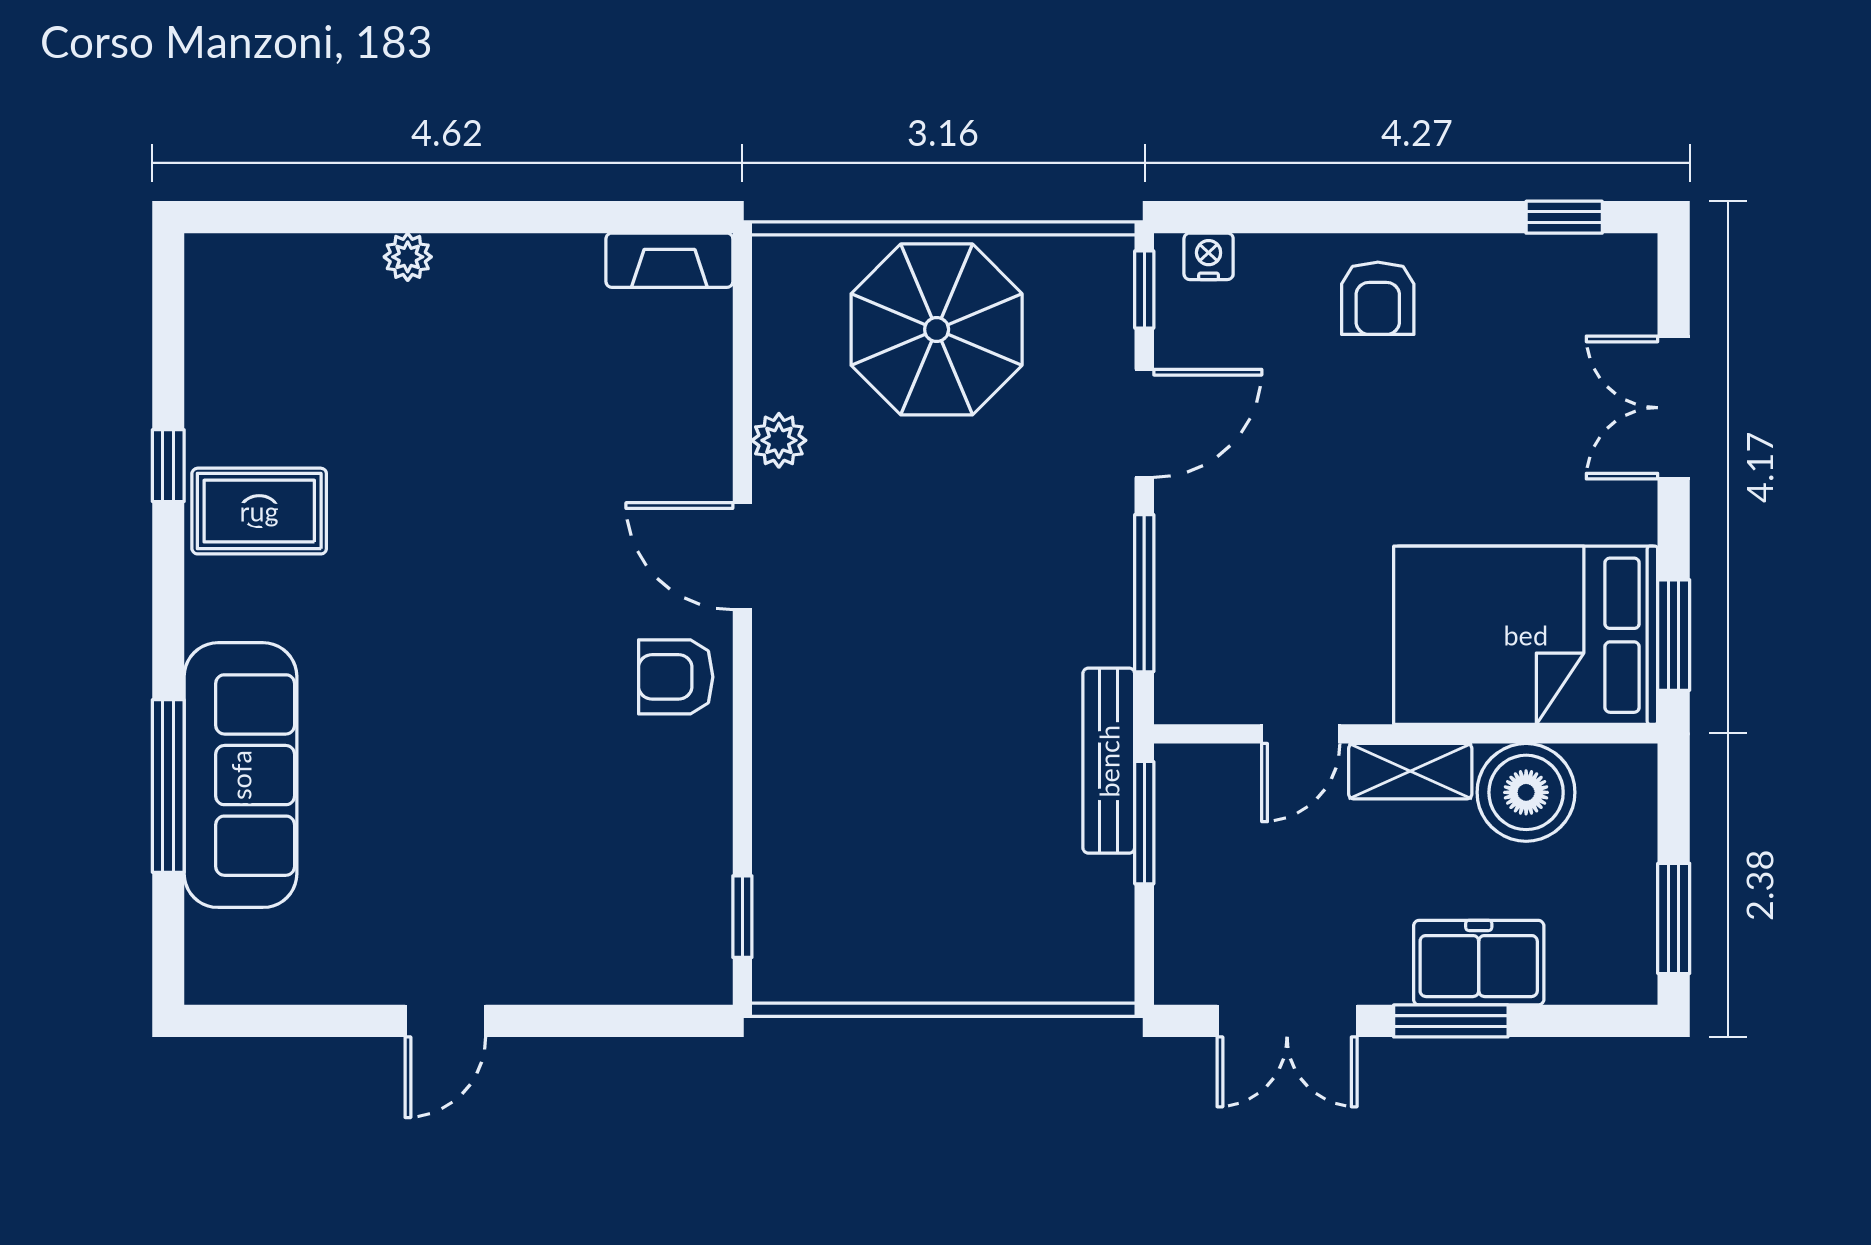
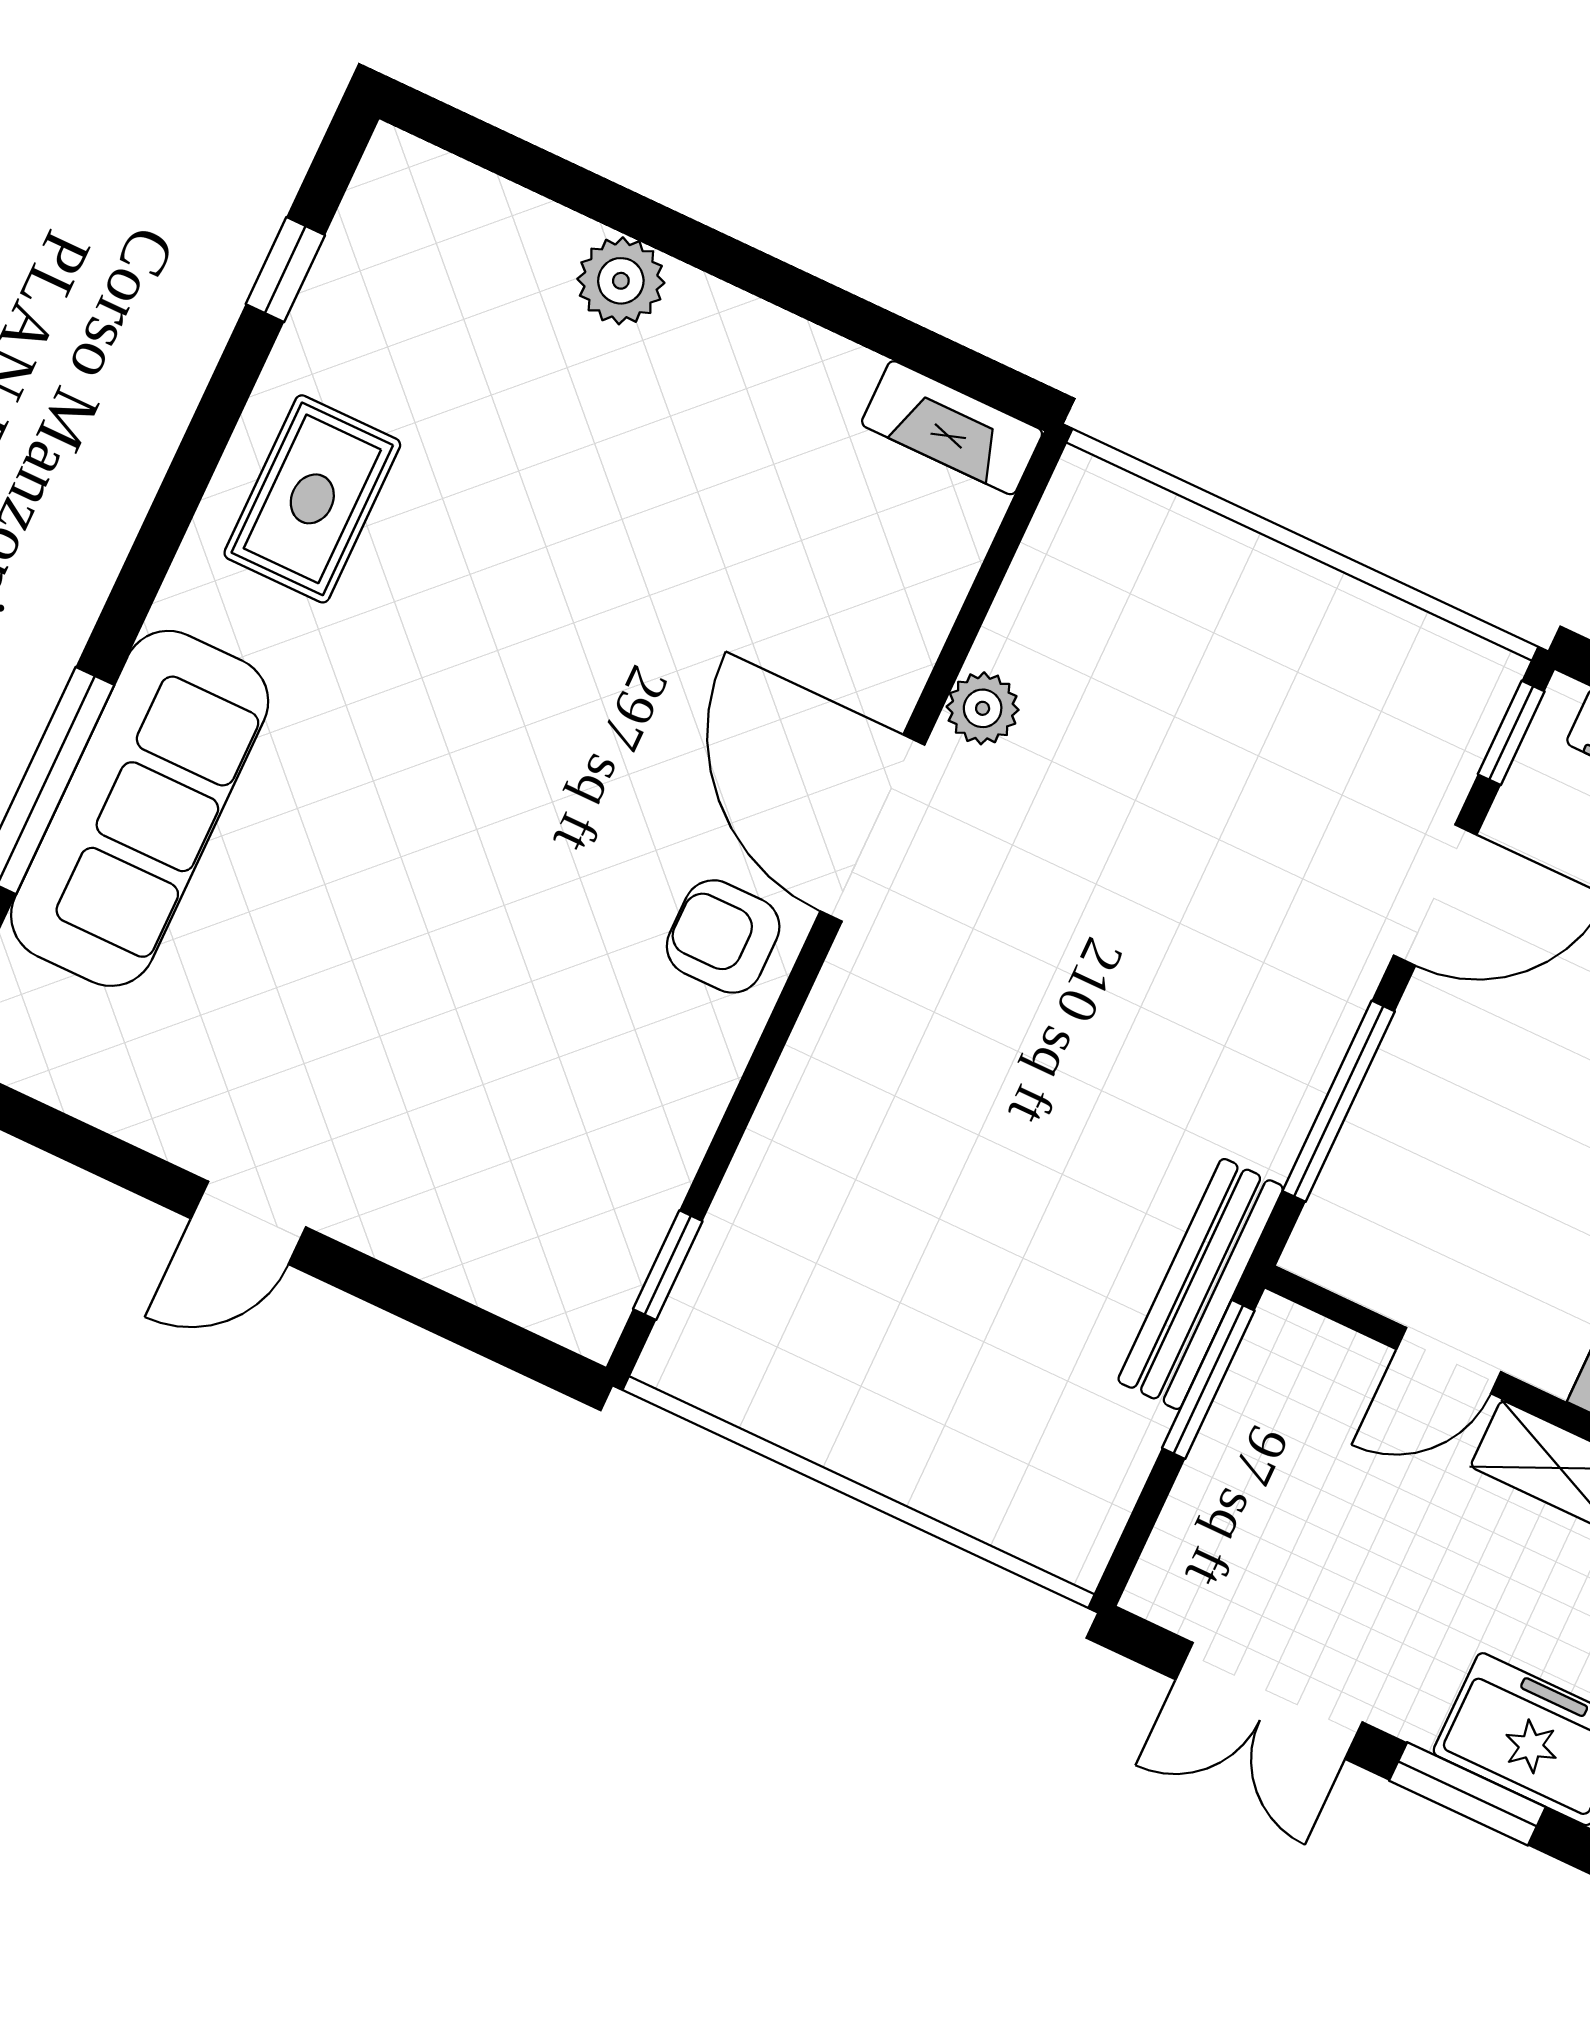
plant: (408, 257) -> (621, 281), width x1.38, depth x1.38
parasol: (937, 329) -> (1237, 663), removed
window: (168, 466) -> (285, 270), moved
rug: (259, 511) -> (312, 499), turned 90
door: (742, 556) -> (872, 828), width x1.36

